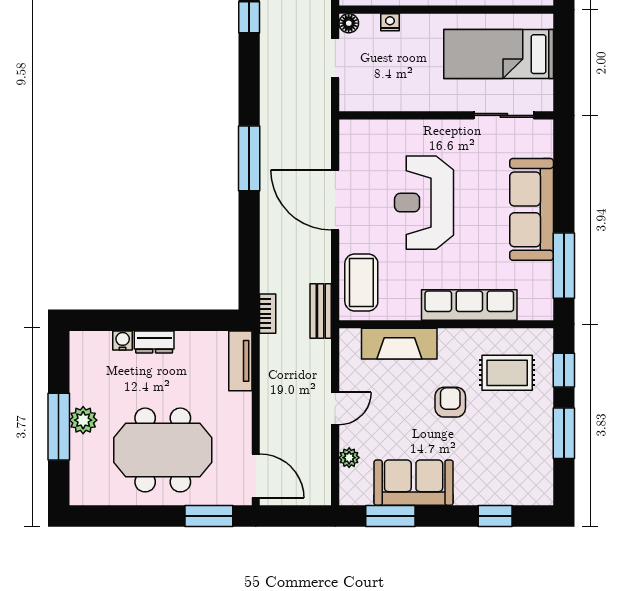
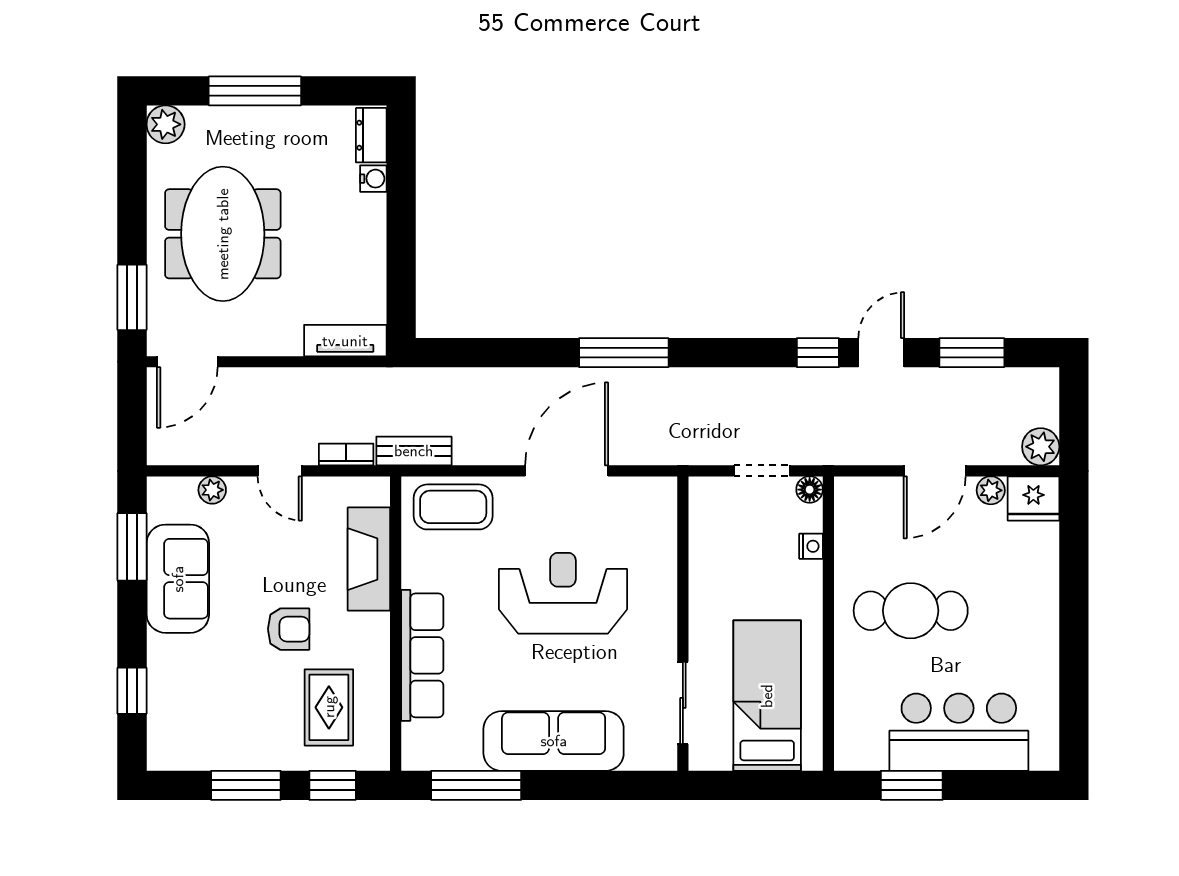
bookcase: (268, 314) -> (346, 454), moved, turned 180
dresser: (154, 342) -> (371, 135), moved
plant: (83, 420) -> (166, 124), moved

